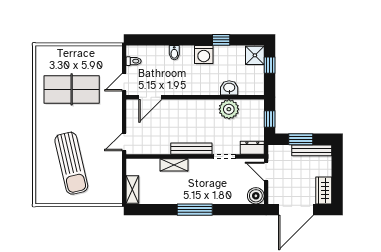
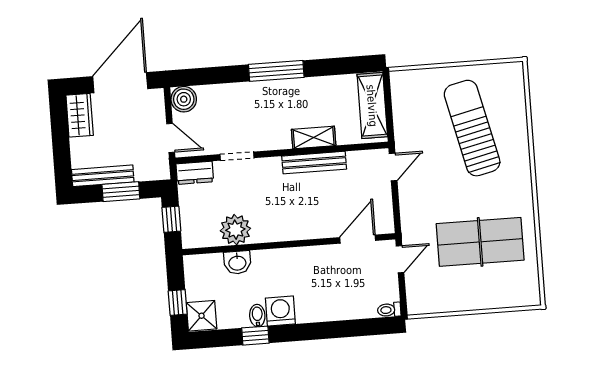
bidet: (174, 53) -> (257, 316), moved
toilet: (134, 61) -> (389, 310), moved
bench: (191, 149) -> (314, 163), moved
shelving: (132, 190) -> (372, 106), width x1.50, depth x1.33

